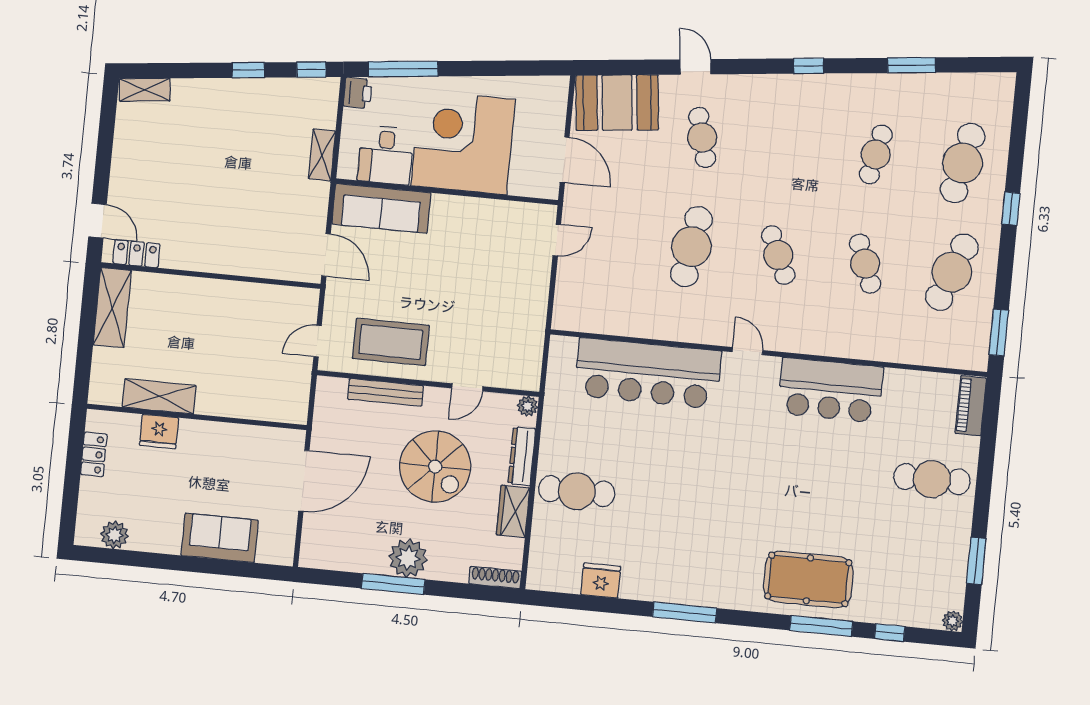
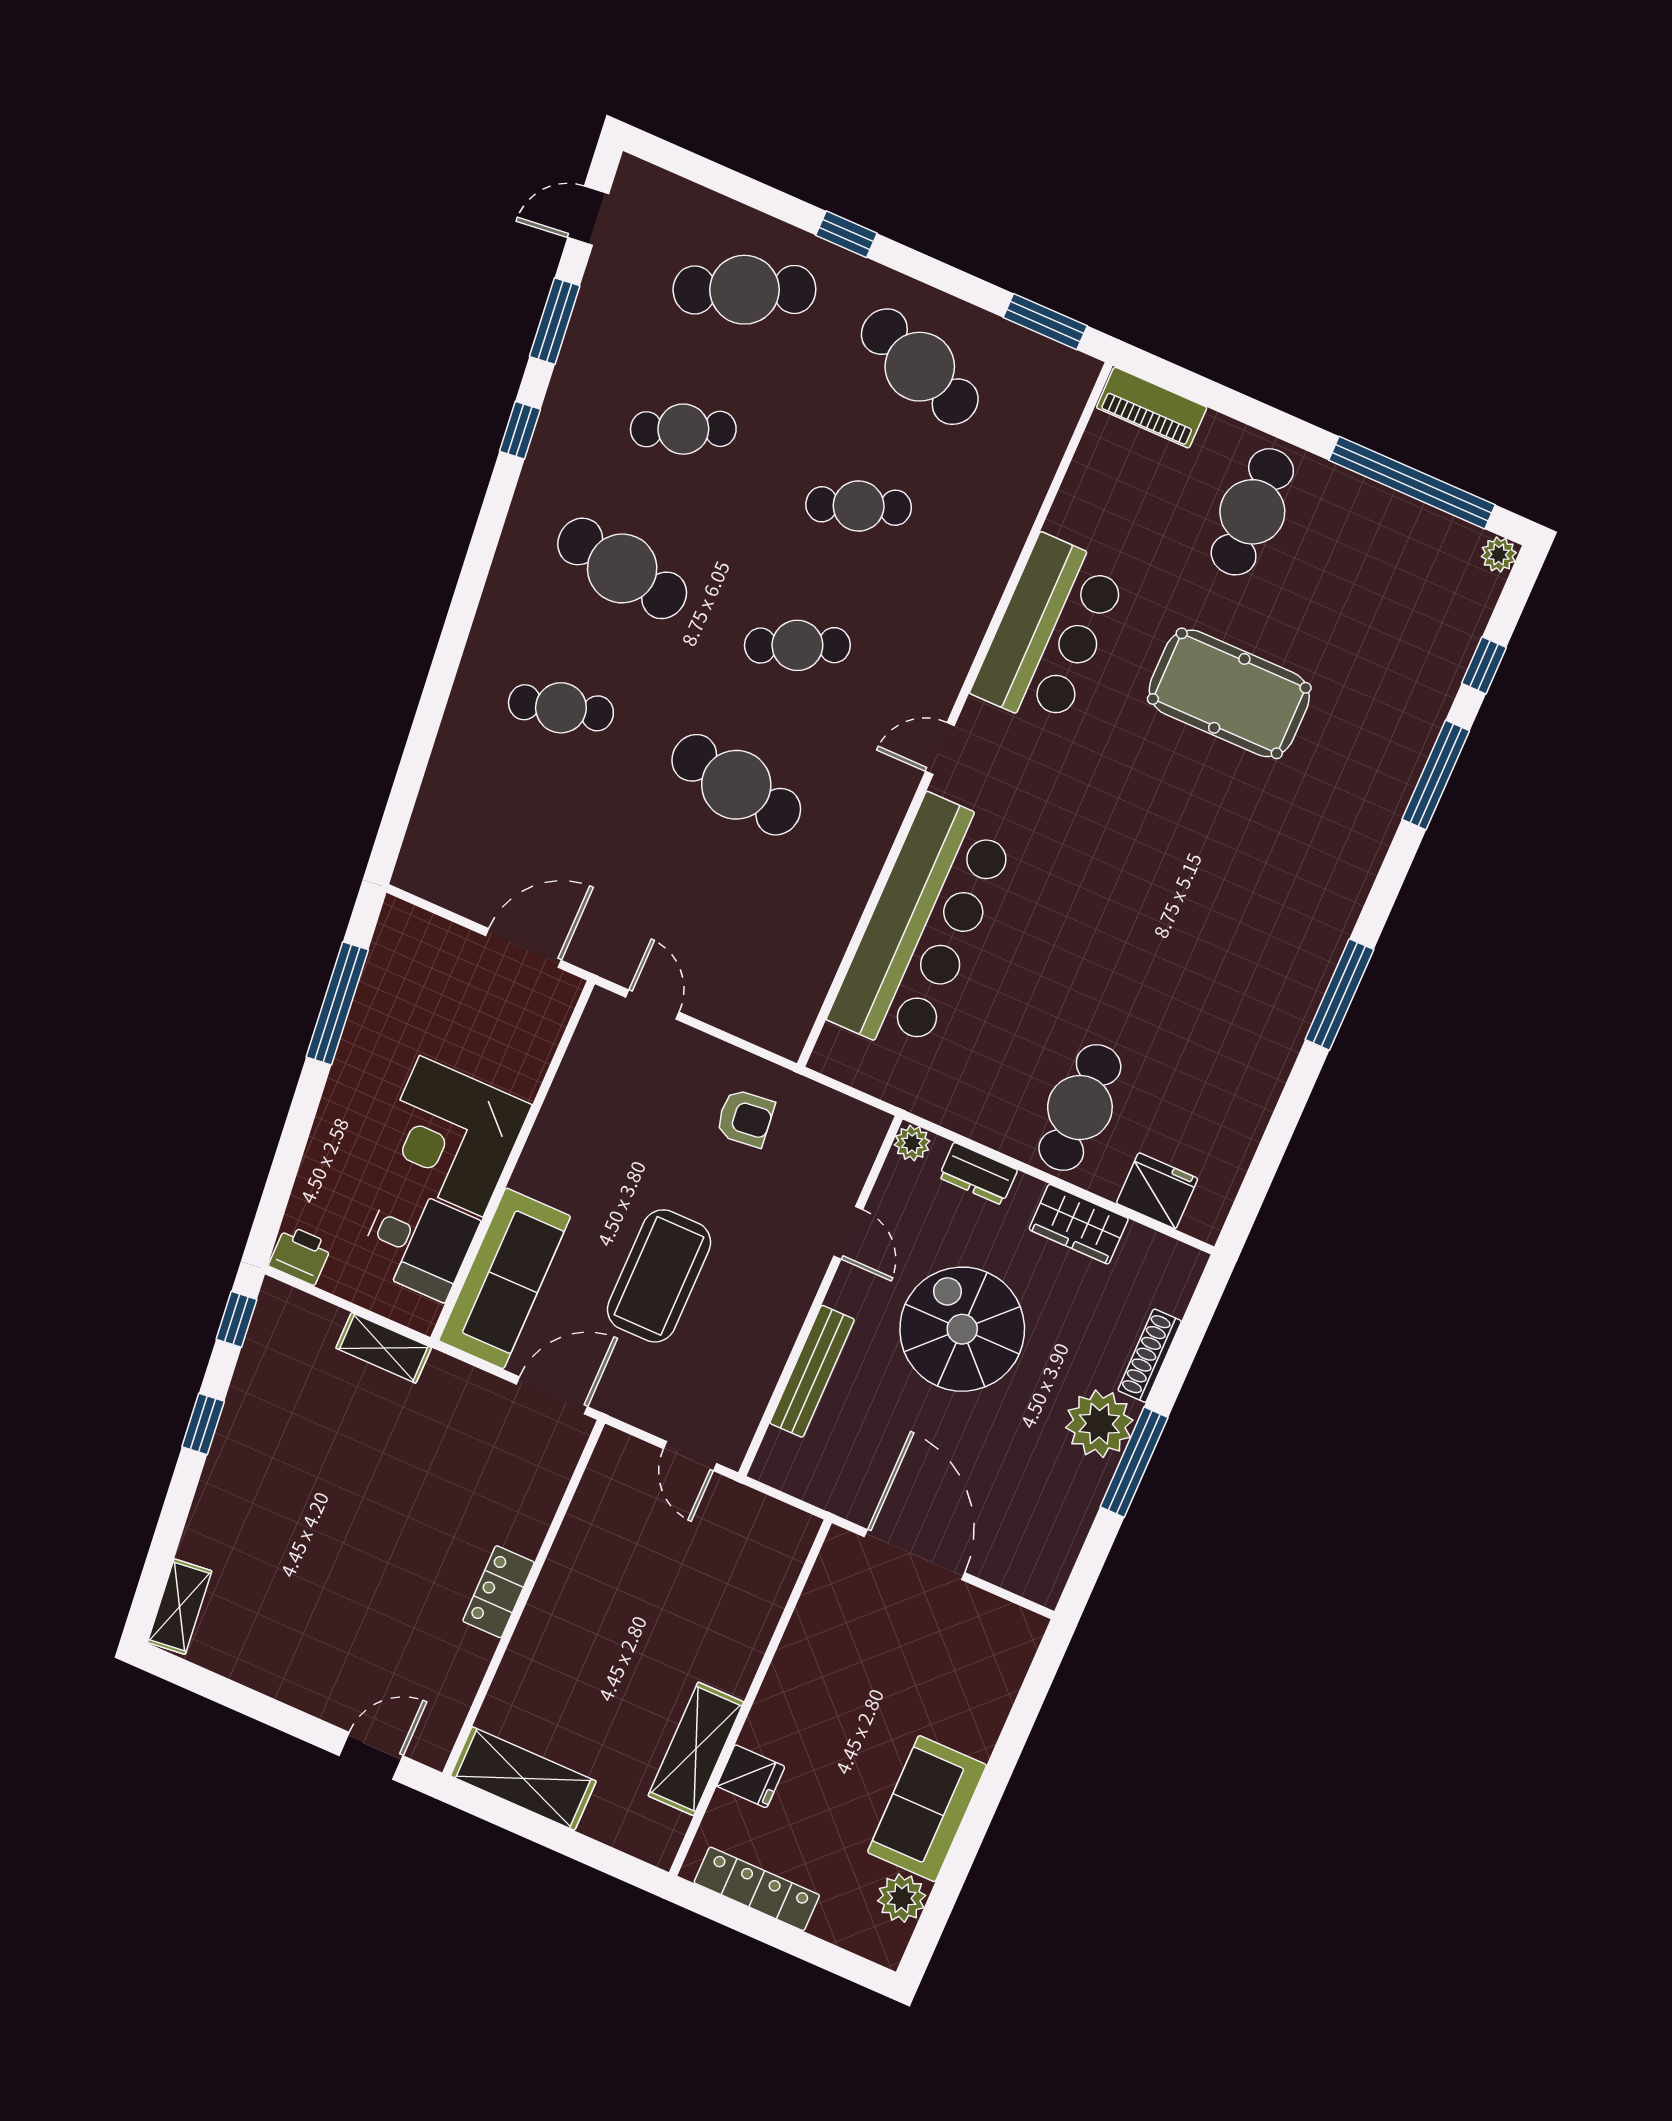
window: (809, 66) -> (520, 430), moved
door: (695, 67) -> (588, 216), moved
window: (403, 69) -> (337, 1003), moved
booth: (617, 103) -> (457, 830), removed
corner desk: (463, 143) -> (451, 1136), width x0.74, depth x0.74
cafe table: (789, 146) -> (622, 568), added
cafe table: (876, 154) -> (683, 429), turned -36
cafe table: (963, 163) -> (744, 290), turned -36
locker: (136, 254) -> (498, 1592), moved
armchair: (511, 311) -> (745, 1118), added
coffee table: (391, 342) -> (659, 1276), moved
fridge: (159, 432) -> (751, 1776), width x0.72
locker: (94, 454) -> (757, 1889), width x1.53
dresser: (522, 456) -> (978, 1174), width x0.70
spiral stairs: (435, 467) -> (962, 1329), turned -90
sofa: (220, 538) -> (927, 1809), moved
window: (976, 561) -> (1412, 483), width x2.11
shoe rack: (495, 577) -> (1150, 1356), moved
pool table: (808, 579) -> (1229, 693), moved, turned 90
fridge: (601, 581) -> (1157, 1191), moved, turned 90

